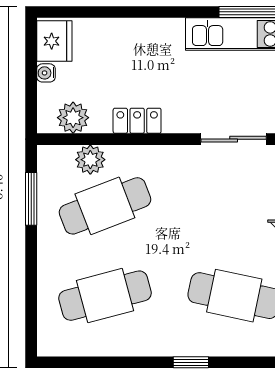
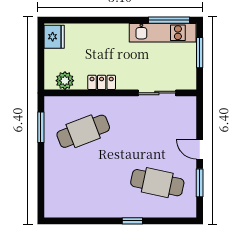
water cooler: (46, 73) -> (49, 55), removed
plant: (90, 160) -> (75, 105), removed
cafe table: (105, 296) -> (83, 183), removed

